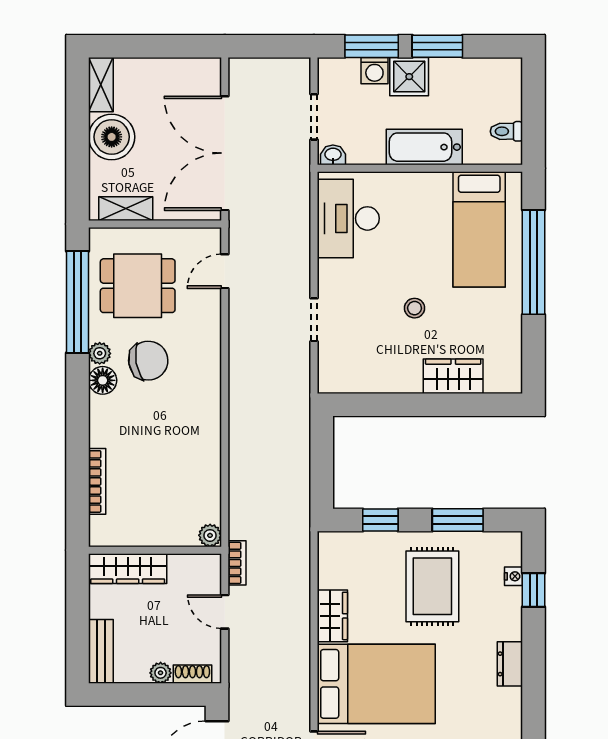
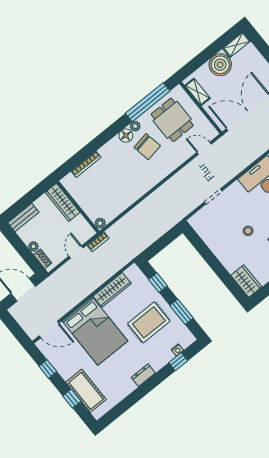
wardrobe: (453, 376) -> (246, 281), moved
wardrobe: (332, 616) -> (112, 290), width x1.50

